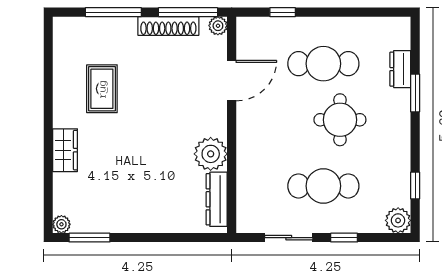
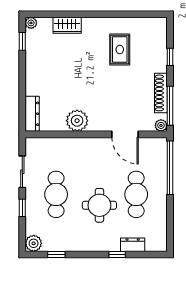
window: (113, 12) -> (170, 57), width x0.46
window: (283, 12) -> (170, 168), width x3.17
rug: (102, 89) -> (120, 49), turned 90
window: (415, 93) -> (117, 255), width x0.67
wardrobe: (65, 150) -> (67, 25), moved
dresser: (217, 199) -> (32, 114), moved, turned 90
window: (90, 238) -> (22, 41), width x0.67

